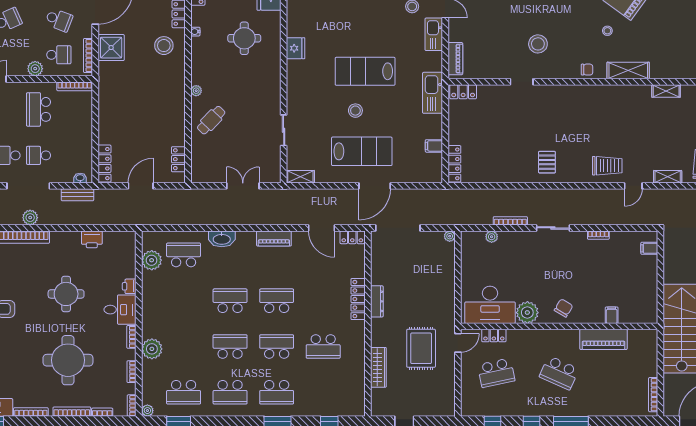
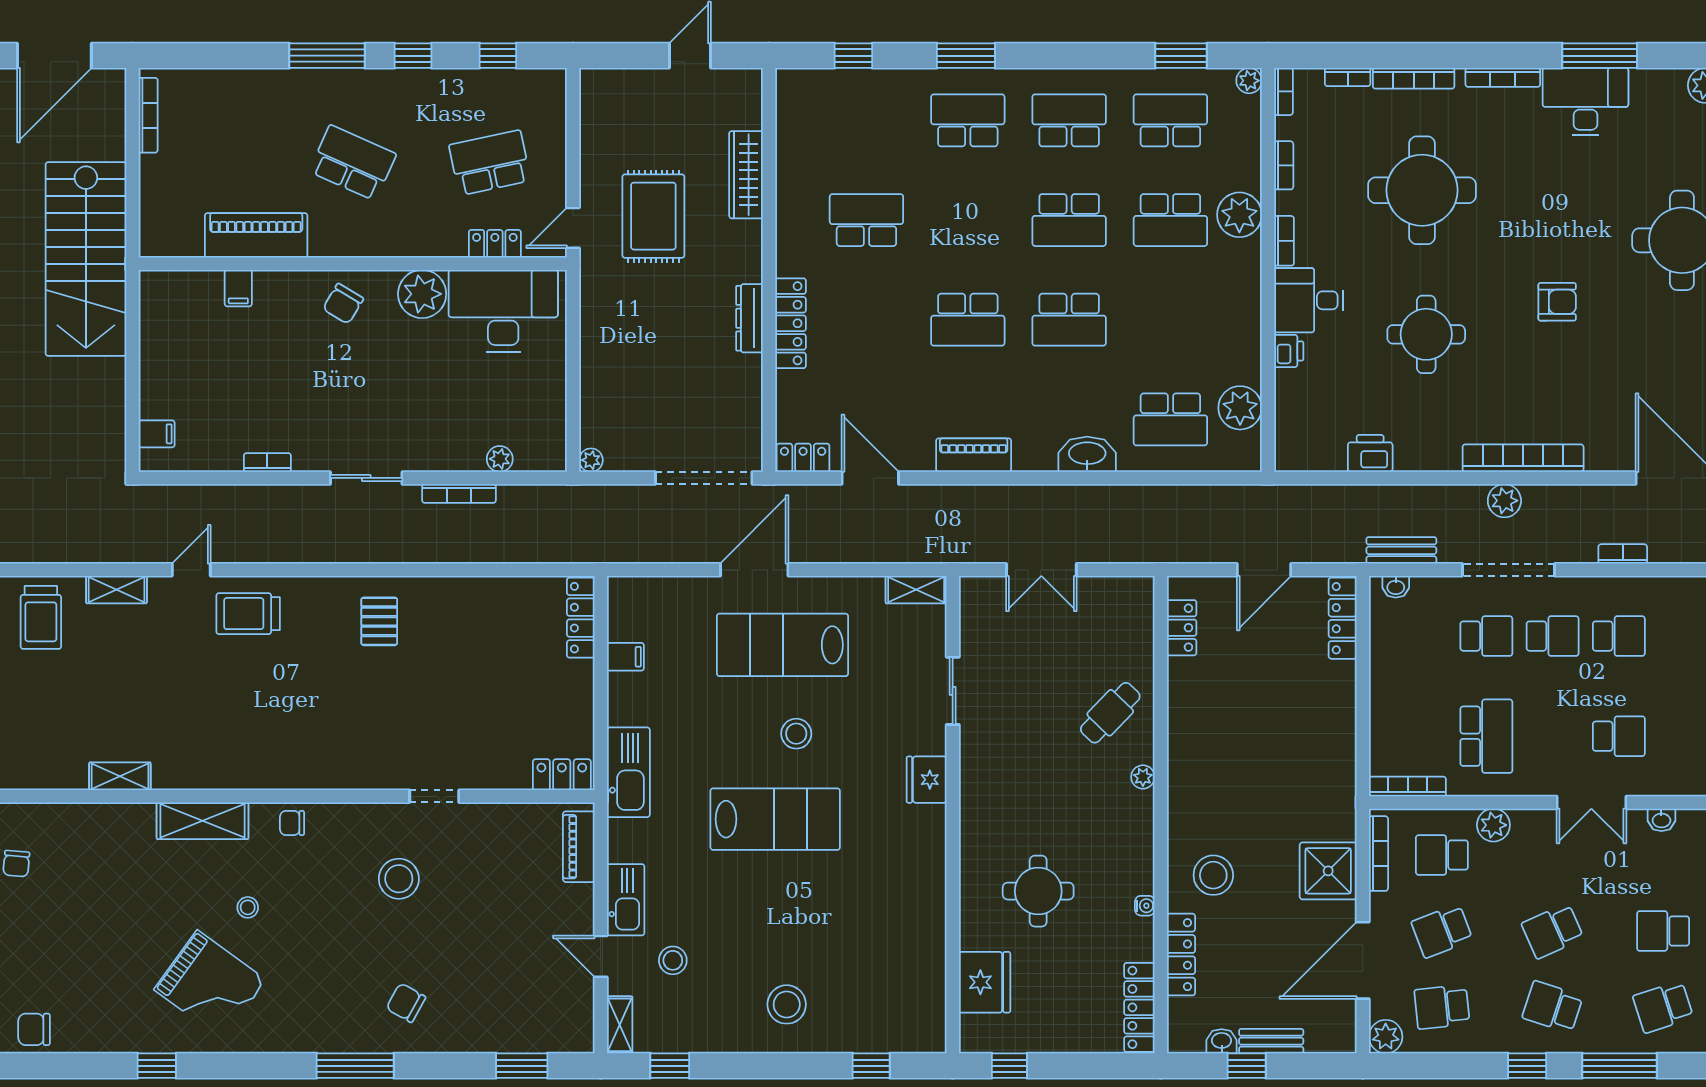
school desk: (59, 20) -> (1442, 931), turned -42
fridge: (296, 48) -> (927, 780), moved
school desk: (277, 346) -> (1170, 220), moved

